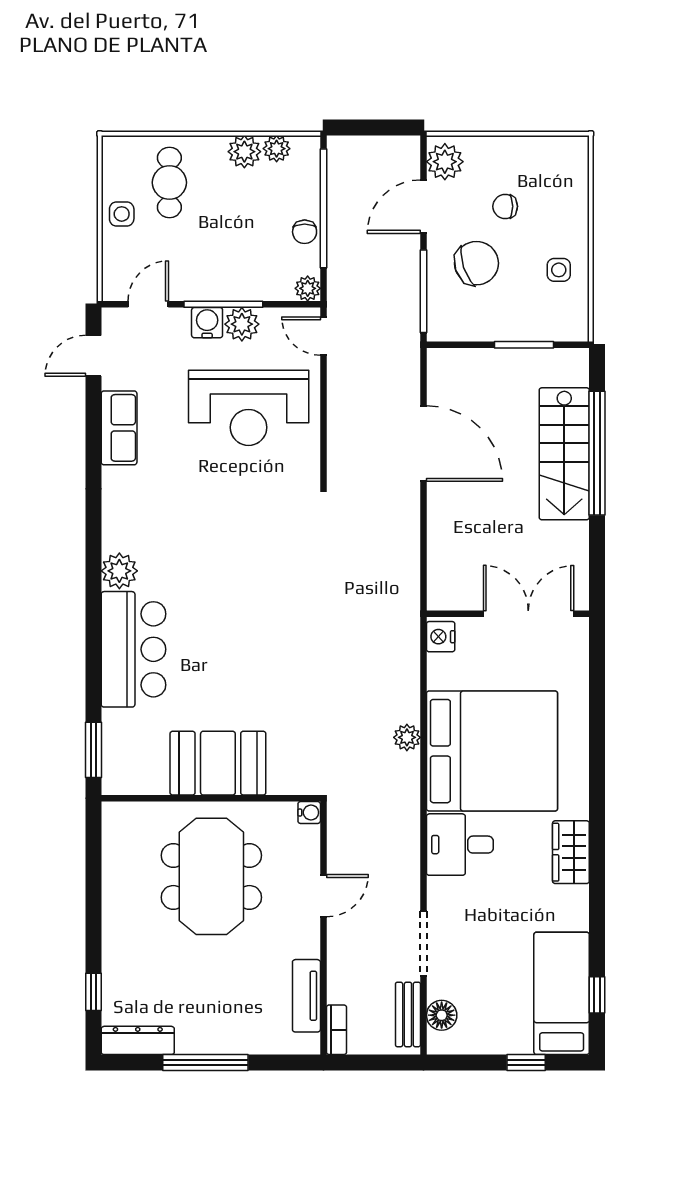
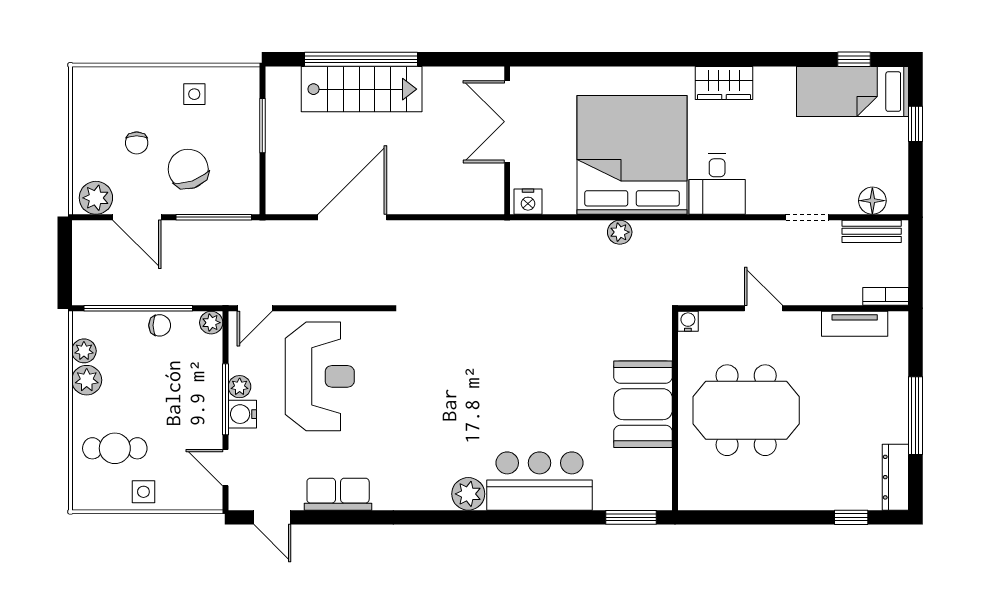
plant: (242, 324) -> (240, 387), width x0.73, depth x0.73
doorway: (423, 944) -> (807, 217), width x0.73

